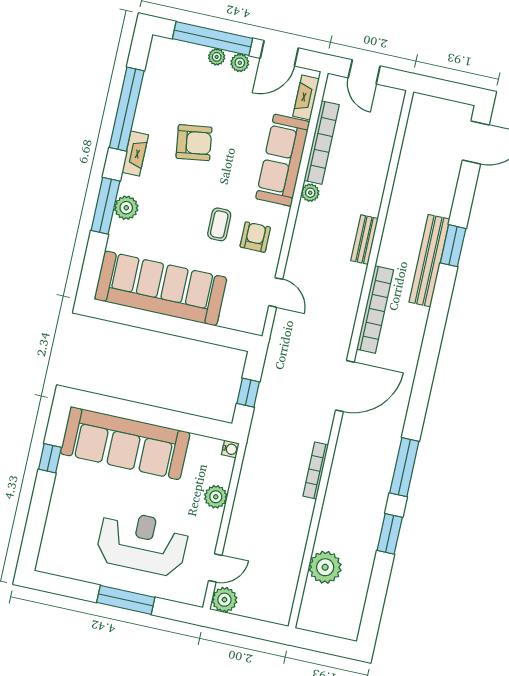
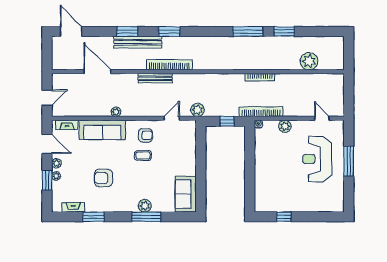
window: (212, 38) -> (47, 180), width x0.47
window: (127, 109) -> (94, 217), width x0.47
armchair: (194, 143) -> (103, 178), turned -82
bookcase: (322, 143) -> (261, 112), moved
fireplace: (135, 154) -> (73, 207), moved
armchair: (255, 237) -> (145, 135), turned 180
bench: (365, 240) -> (155, 78), moved, width x1.36
sofa: (161, 288) -> (186, 194), width x0.54, depth x0.79
window: (436, 323) -> (169, 32), added
door: (345, 386) -> (97, 72), moved
sofa: (125, 443) -> (267, 179), removed
plant: (224, 600) -> (197, 110), moved

